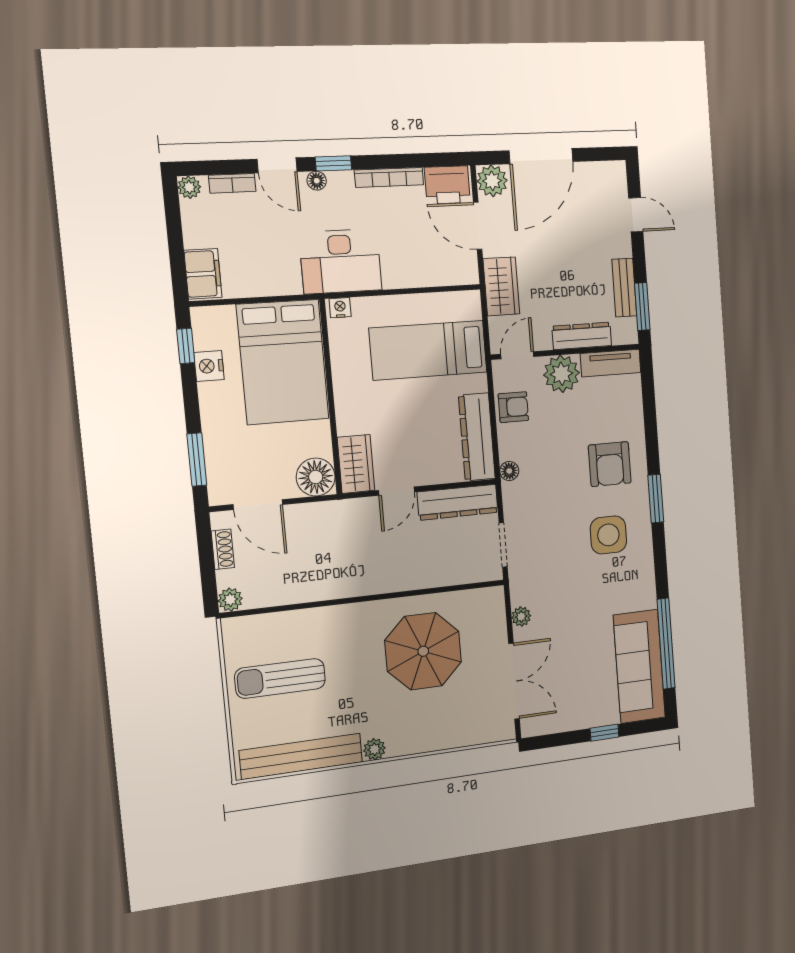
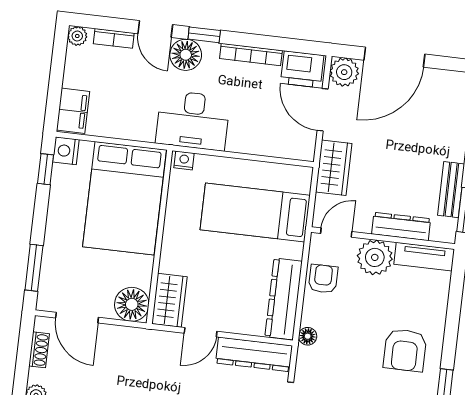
floor lamp: (317, 181) -> (186, 55), width x1.89, depth x1.89
nightstand: (209, 366) -> (66, 151), moved
armchair: (513, 407) -> (323, 279), turned -90

